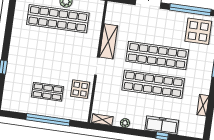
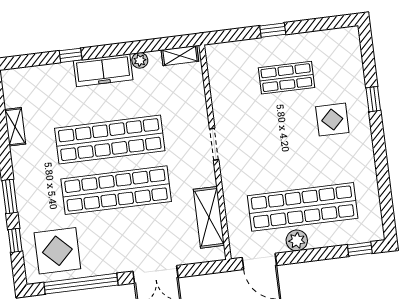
shelving: (109, 41) -> (209, 217), moved
display table: (80, 89) -> (332, 120), moved
window: (48, 120) -> (273, 30), width x0.32
freezer: (162, 125) -> (103, 70), moved

